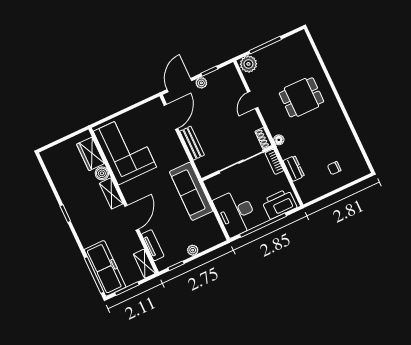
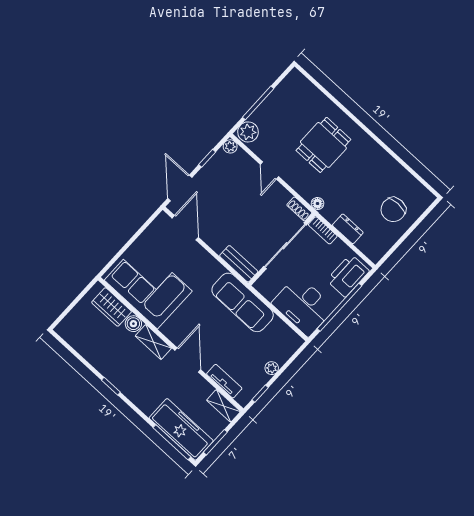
plant: (201, 83) -> (230, 146), moved
bench: (192, 143) -> (239, 264), moved
chair: (334, 168) -> (393, 210), width x1.87, depth x1.87

